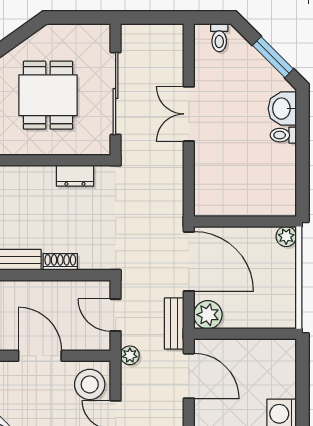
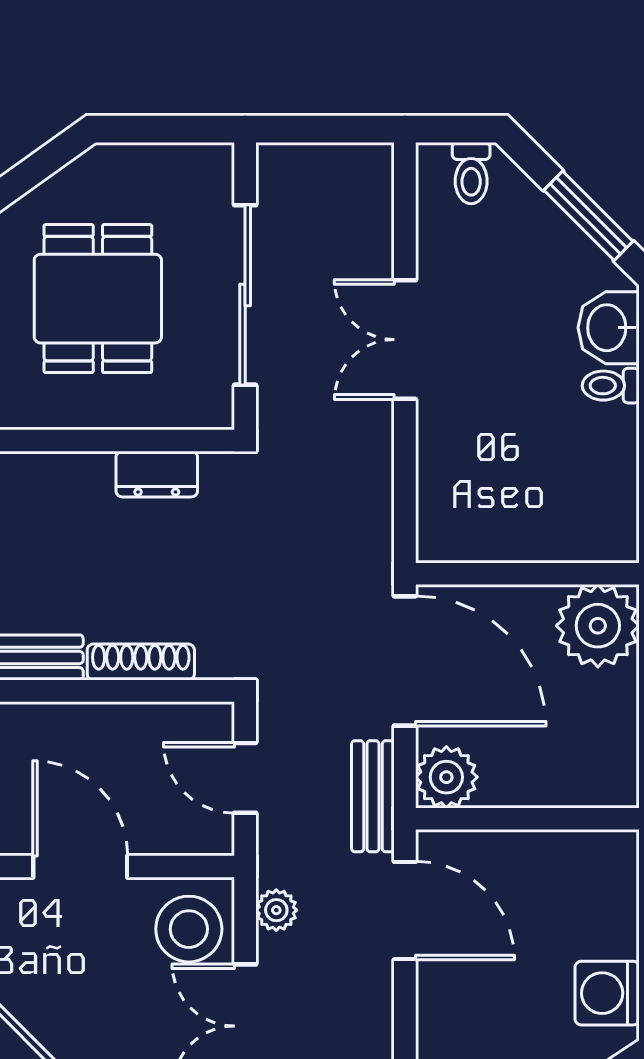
plant: (286, 236) -> (598, 626), width x1.87, depth x1.87
shoe rack: (60, 262) -> (141, 662), width x1.43
plant: (130, 355) -> (276, 910), moved

